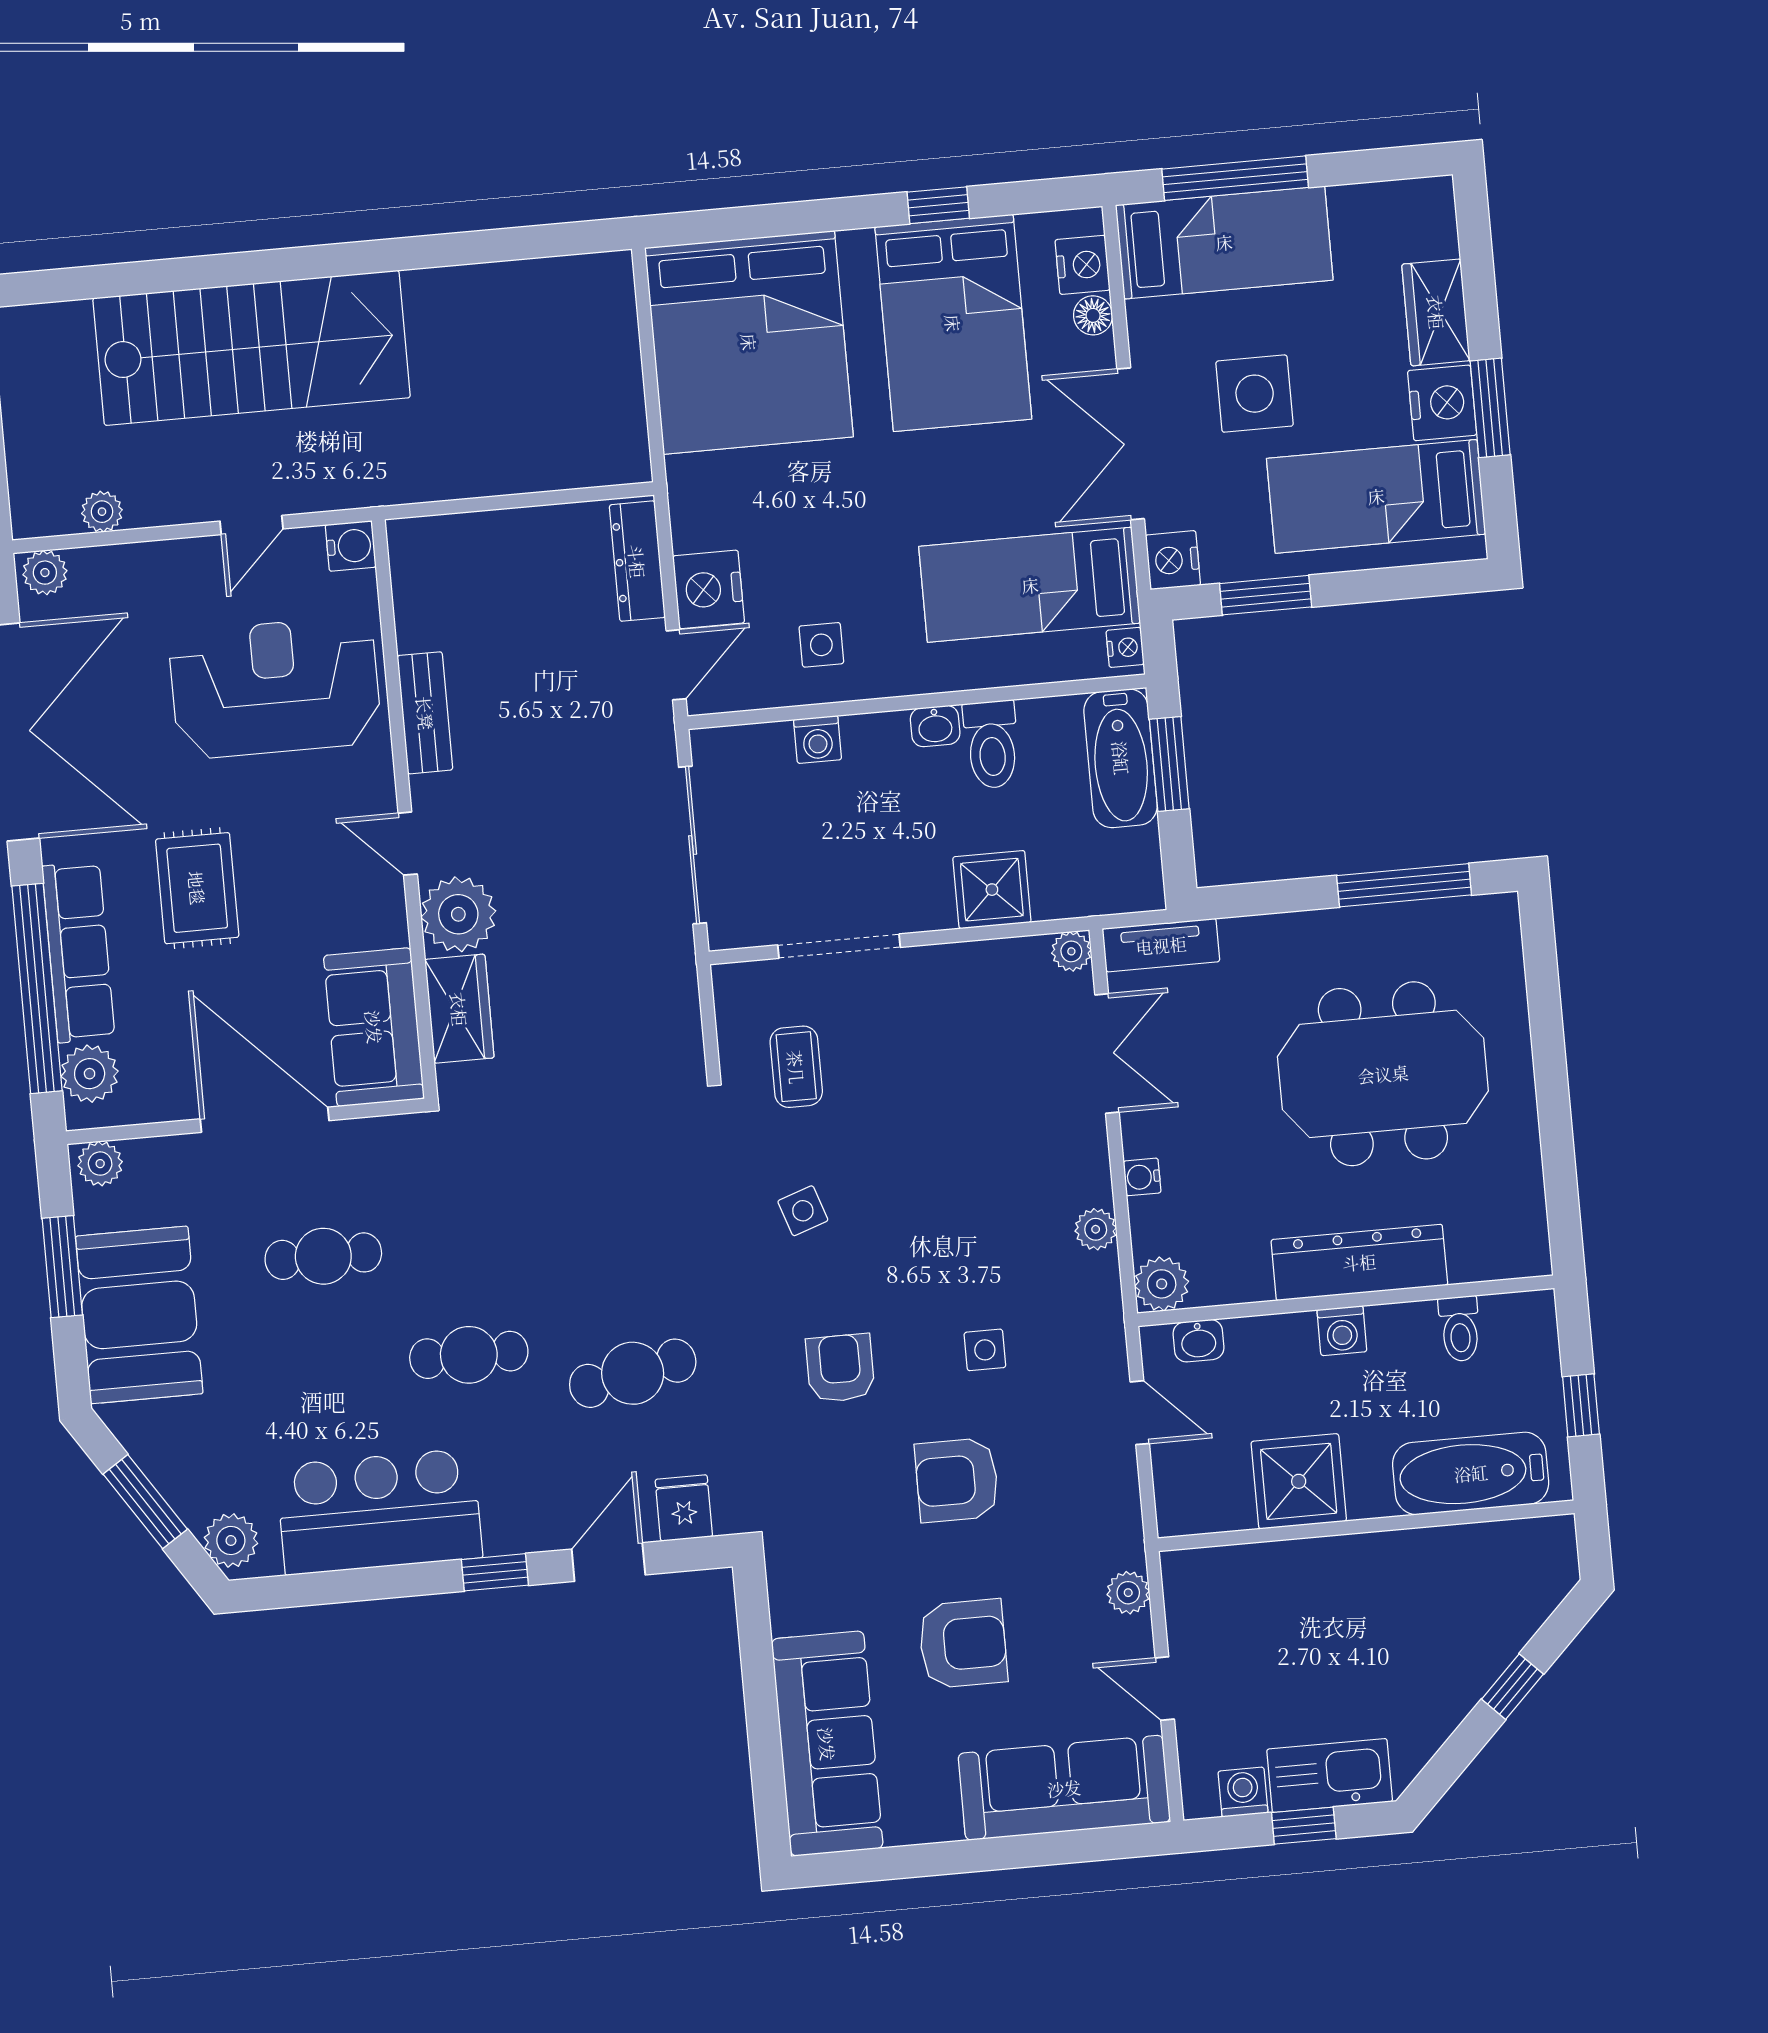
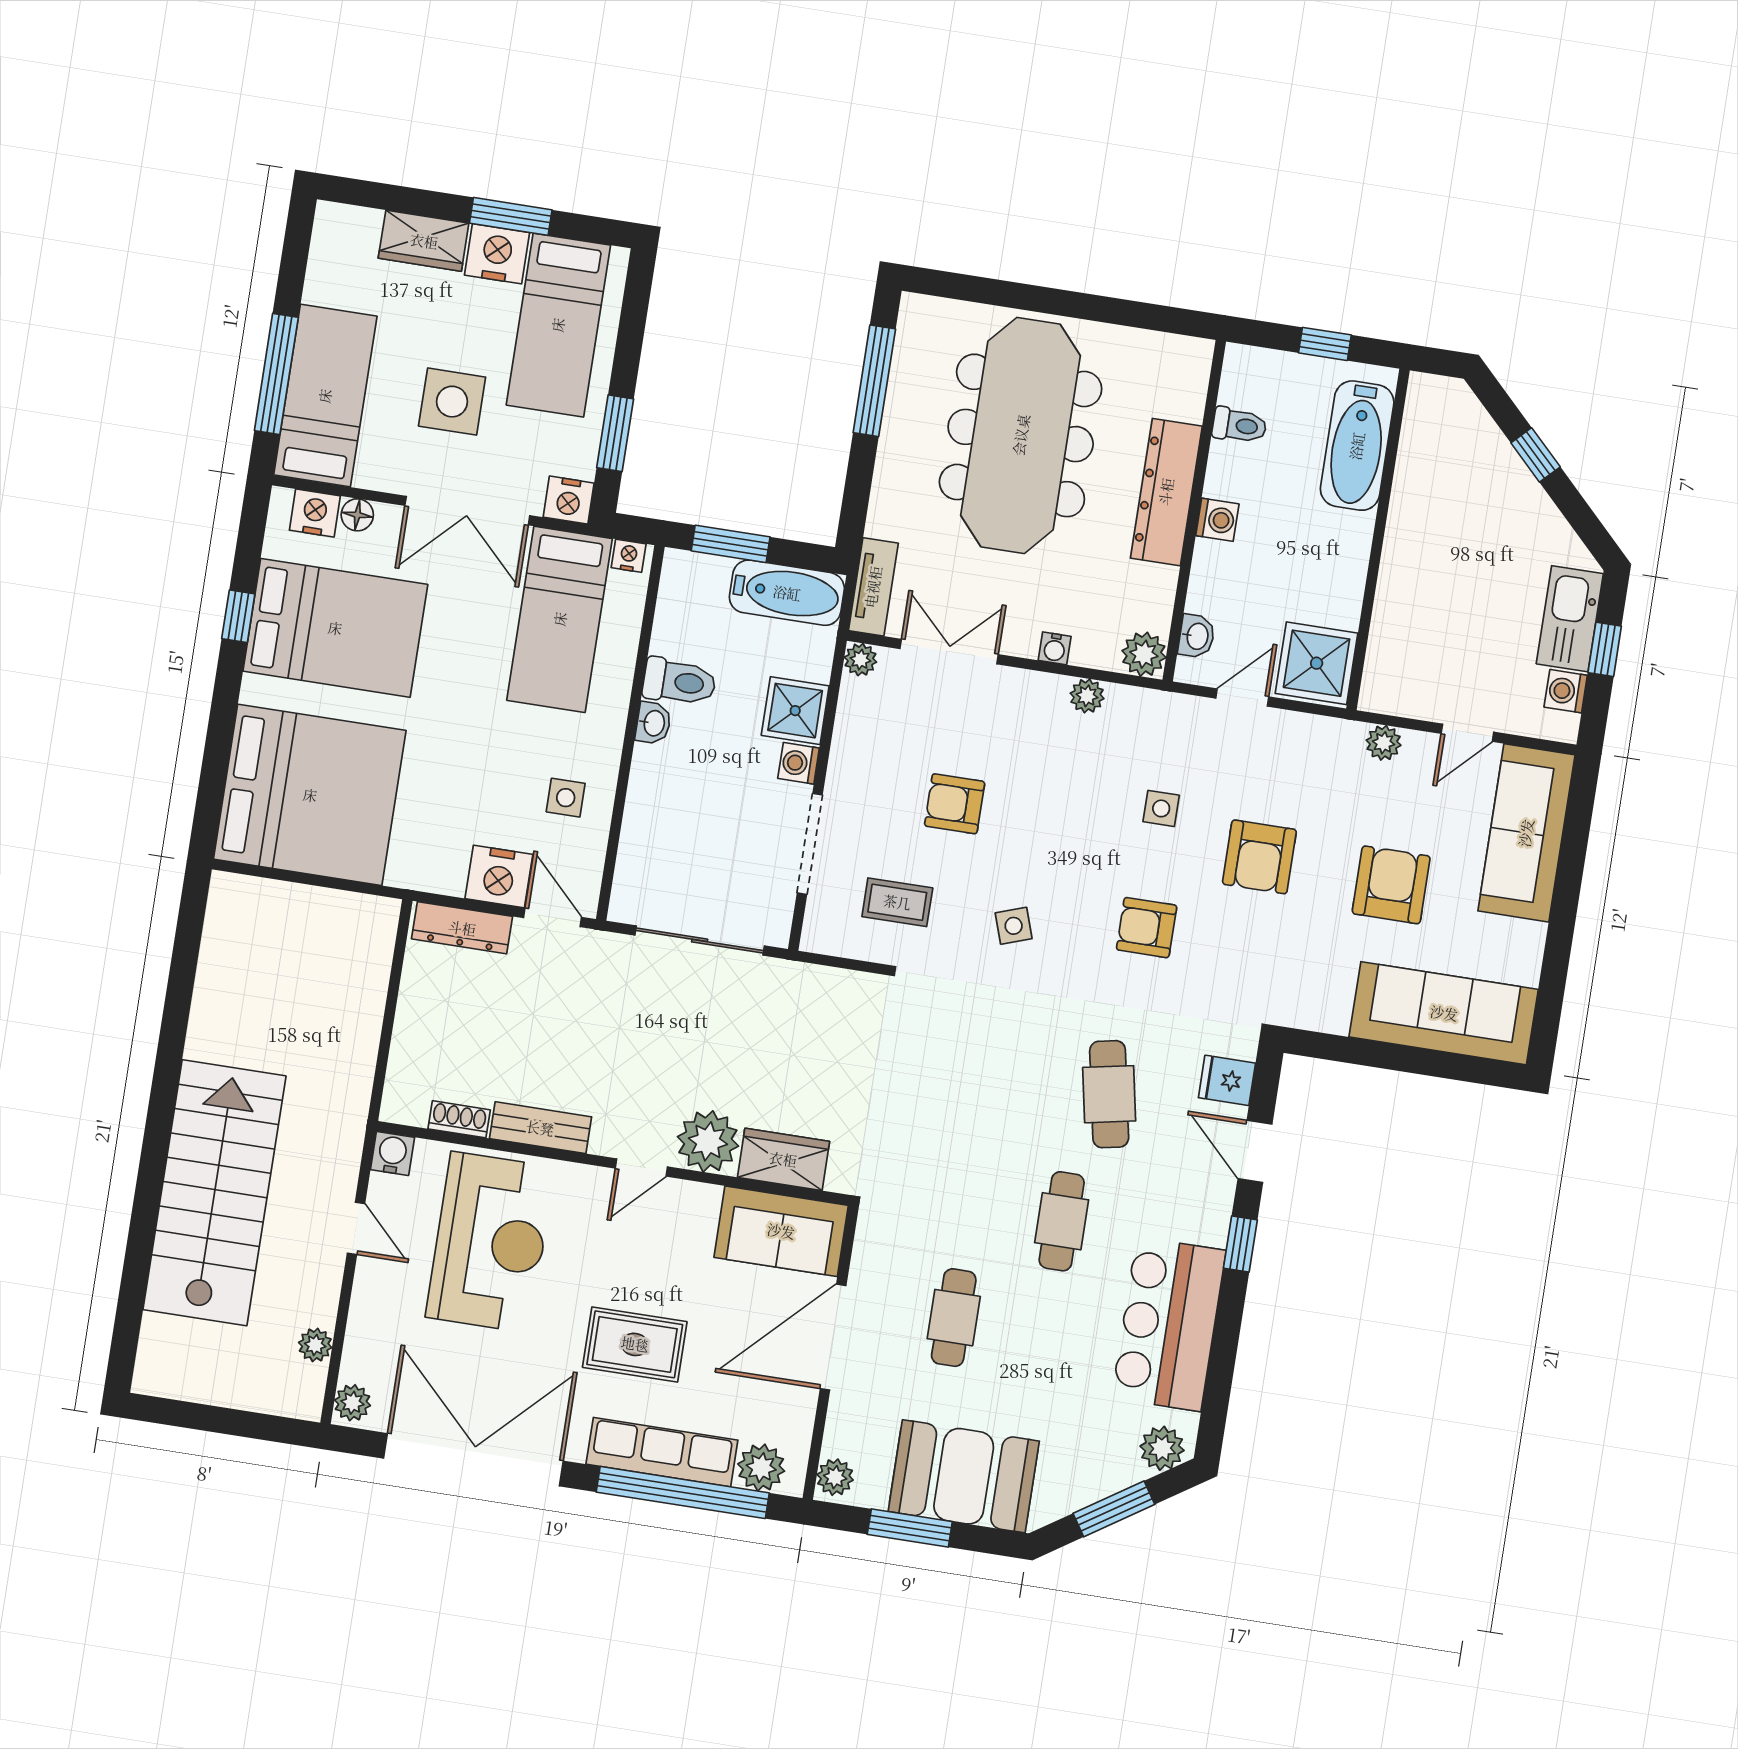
shoe rack: (411, 614) -> (459, 1119), added
reception desk: (275, 688) -> (490, 1242), turned 180
washing machine: (818, 739) -> (799, 763), moved, turned 180
bathtub: (1121, 758) -> (787, 593), moved
meeting table: (1383, 1074) -> (1021, 435), width x1.36
armchair: (929, 1105) -> (955, 804), added
shower: (1299, 1481) -> (1317, 663), moved

